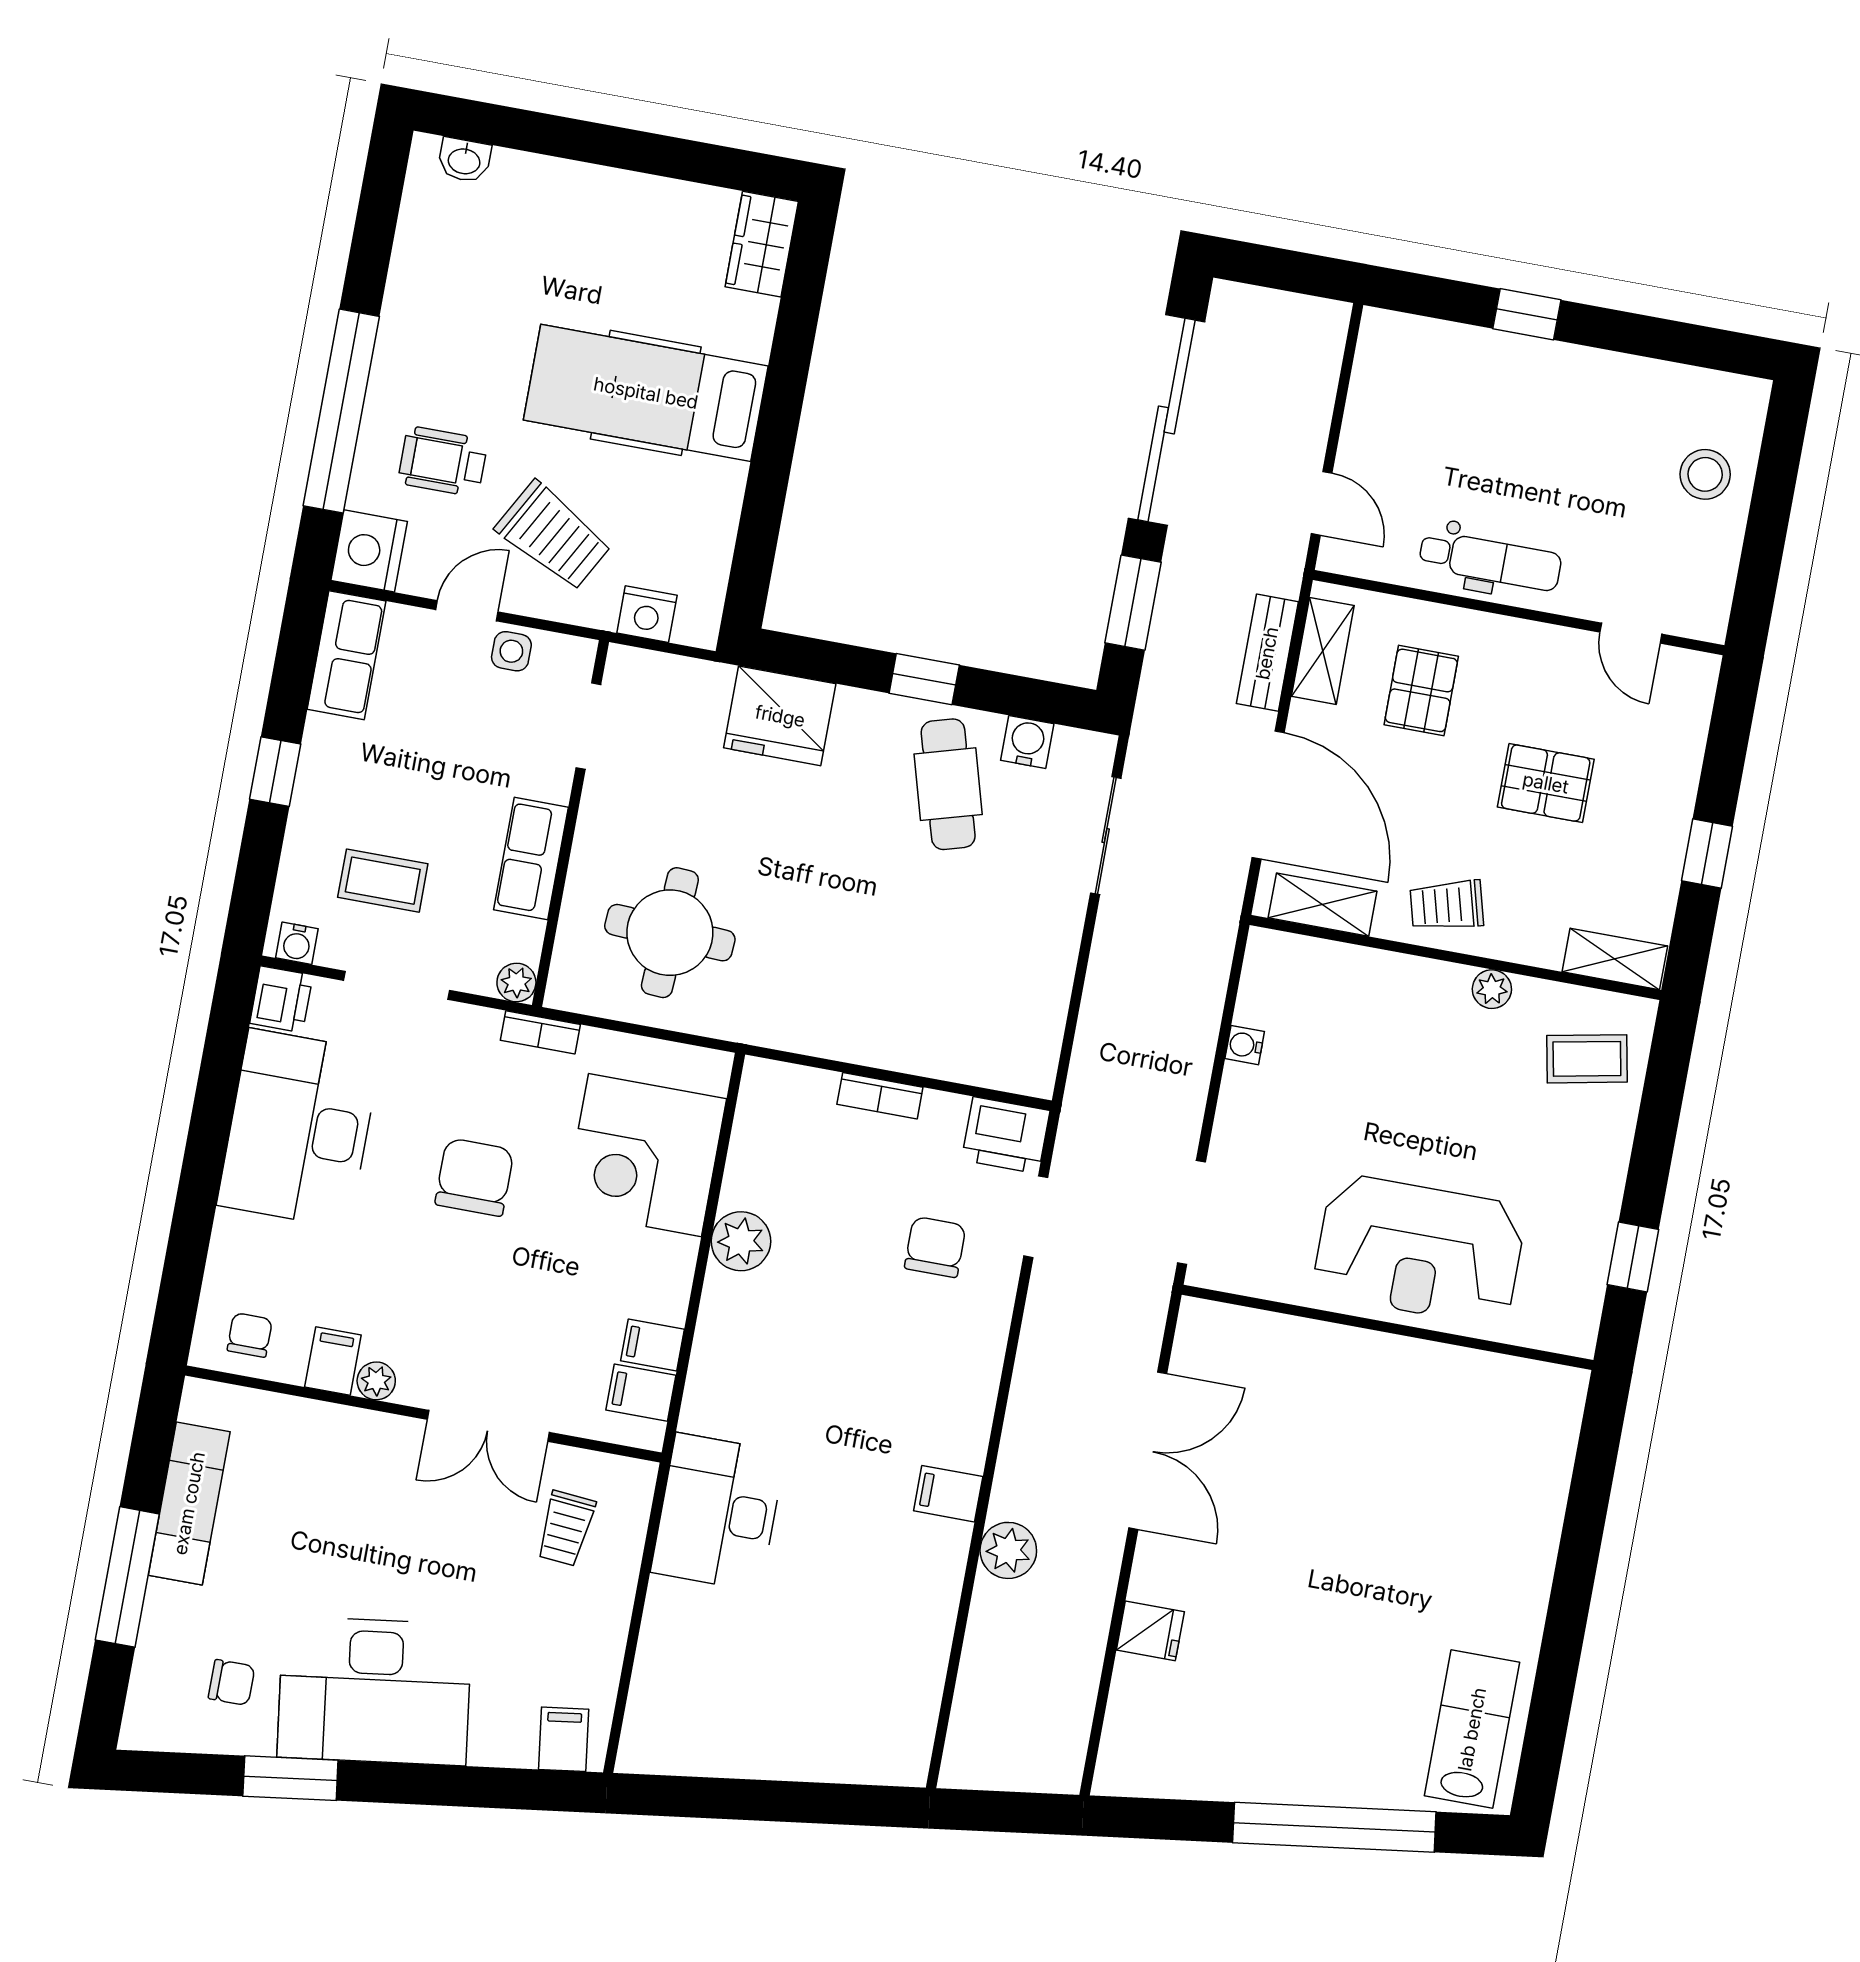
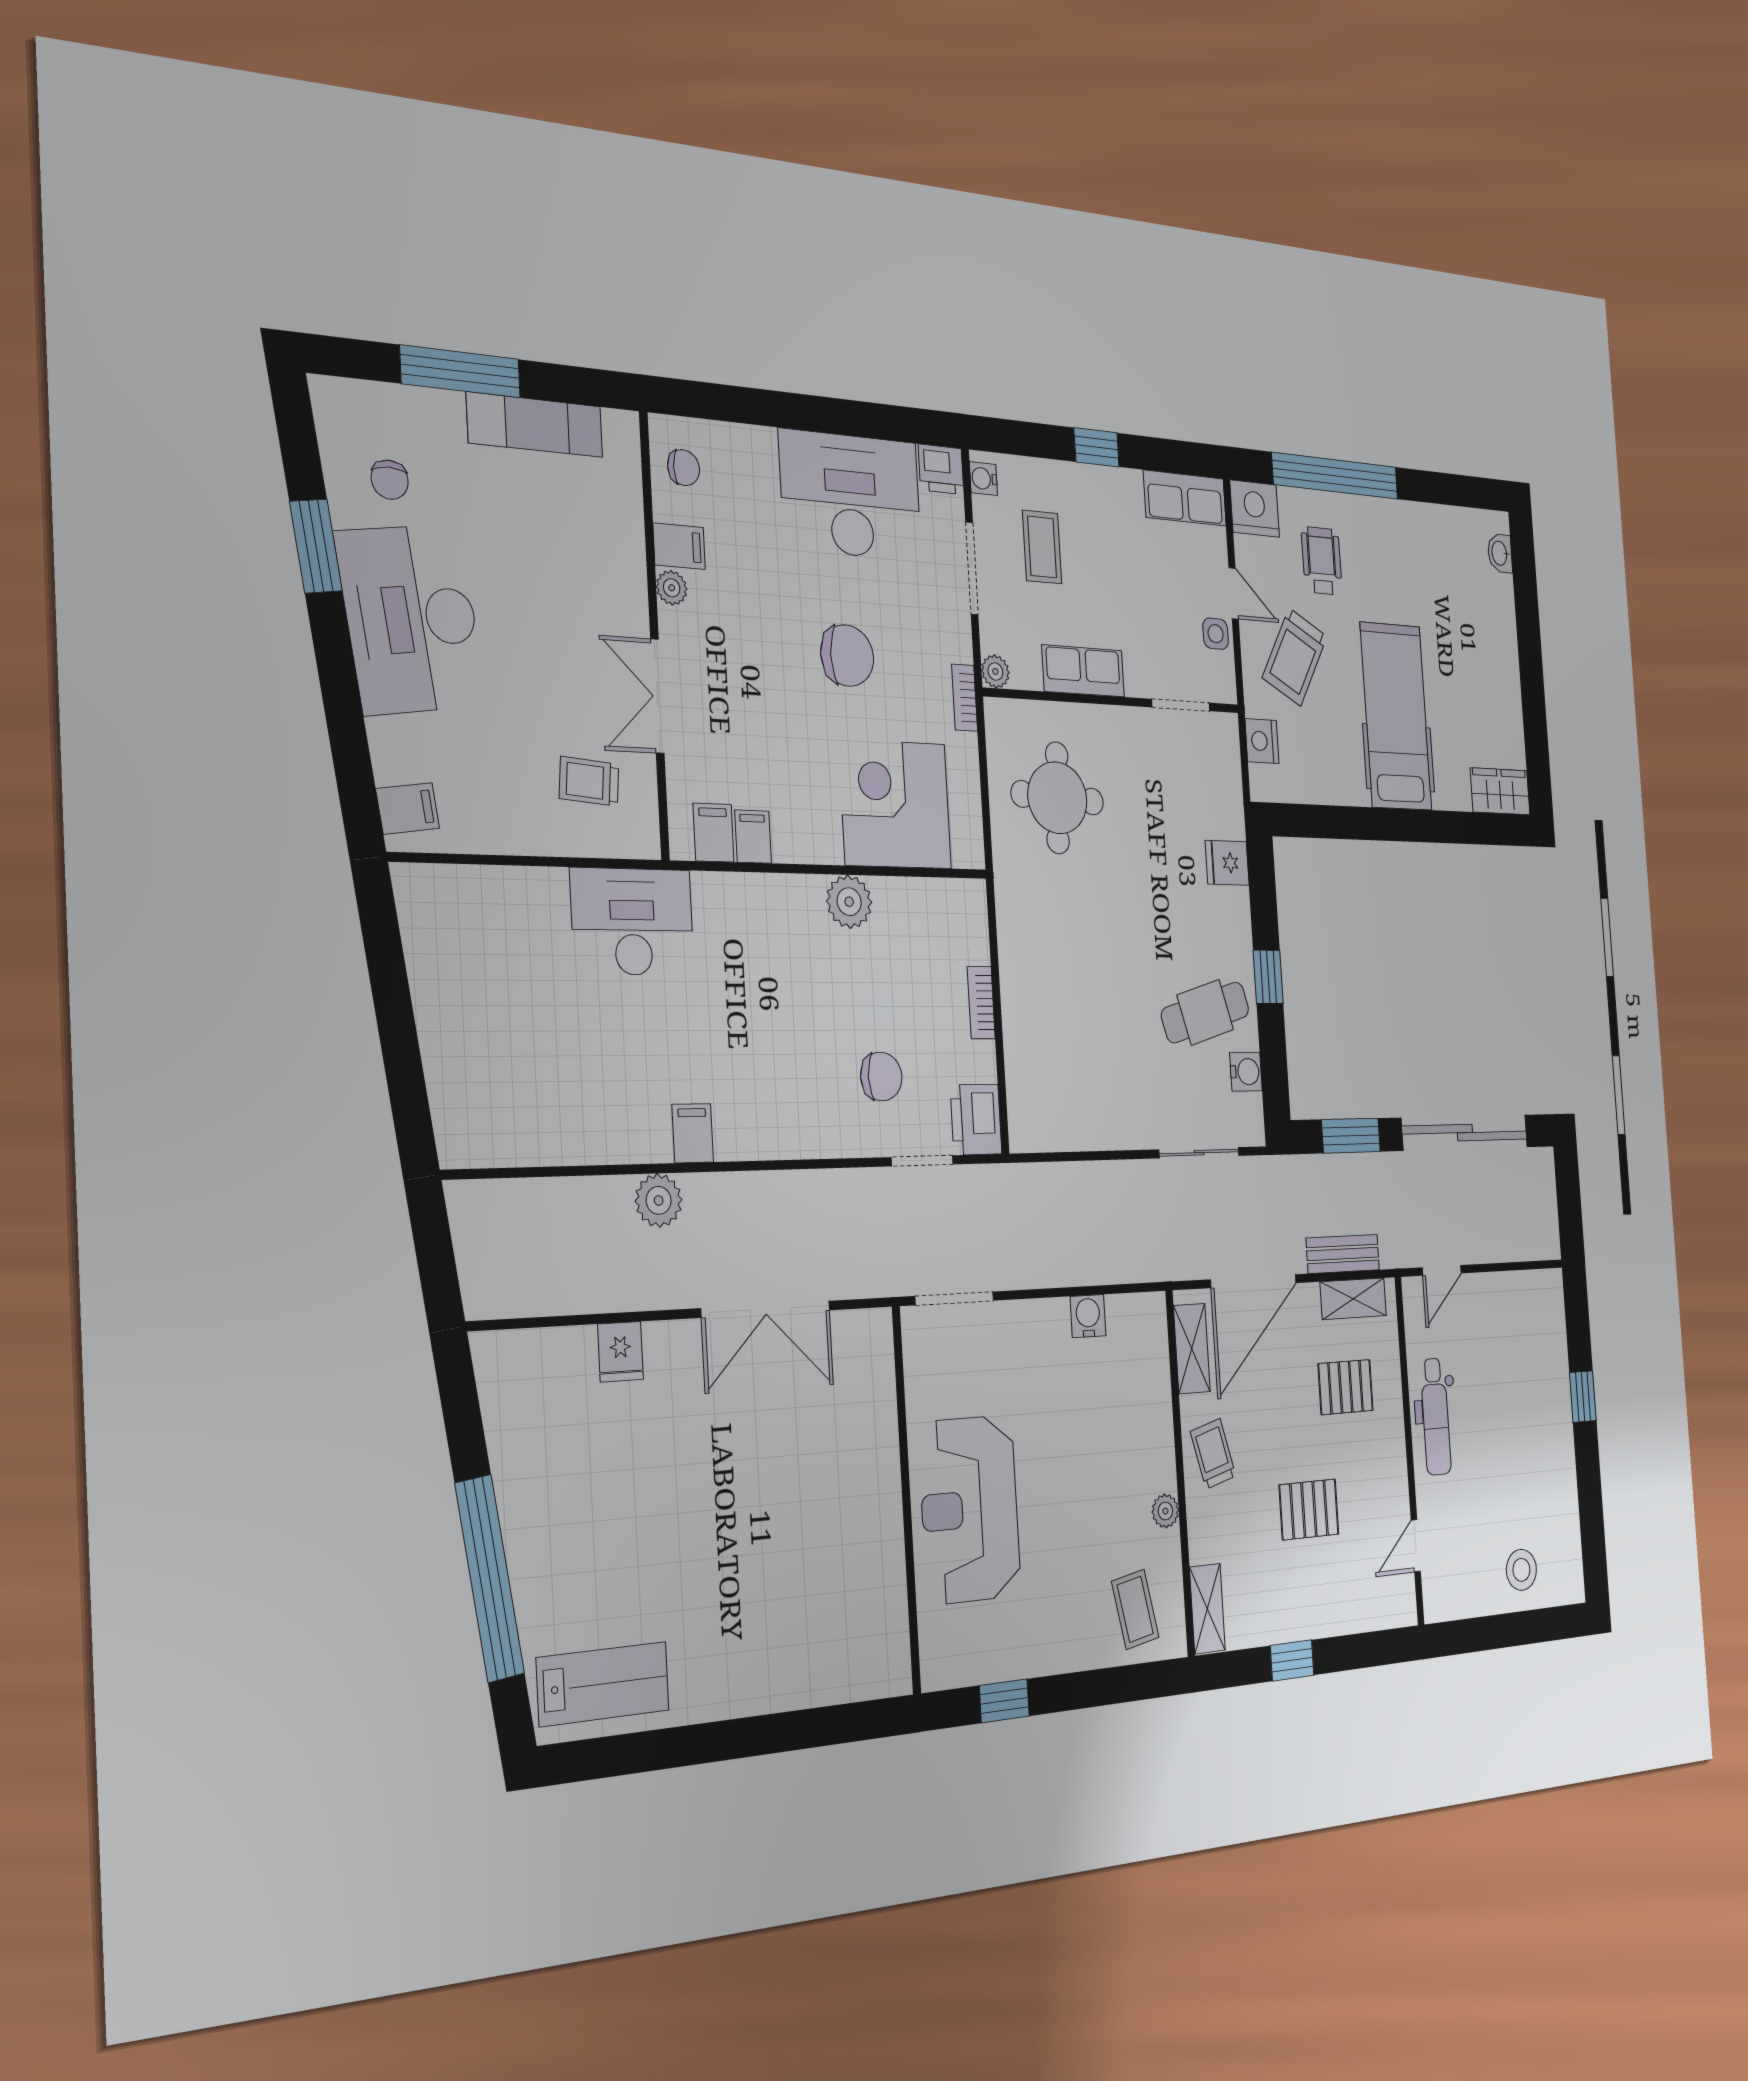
fridge: (780, 716) -> (1227, 863), width x0.53, depth x0.75
pallet: (1546, 783) -> (1309, 1509), turned 90
water cooler: (1245, 1045) -> (1088, 1316), width x1.38, depth x1.38

